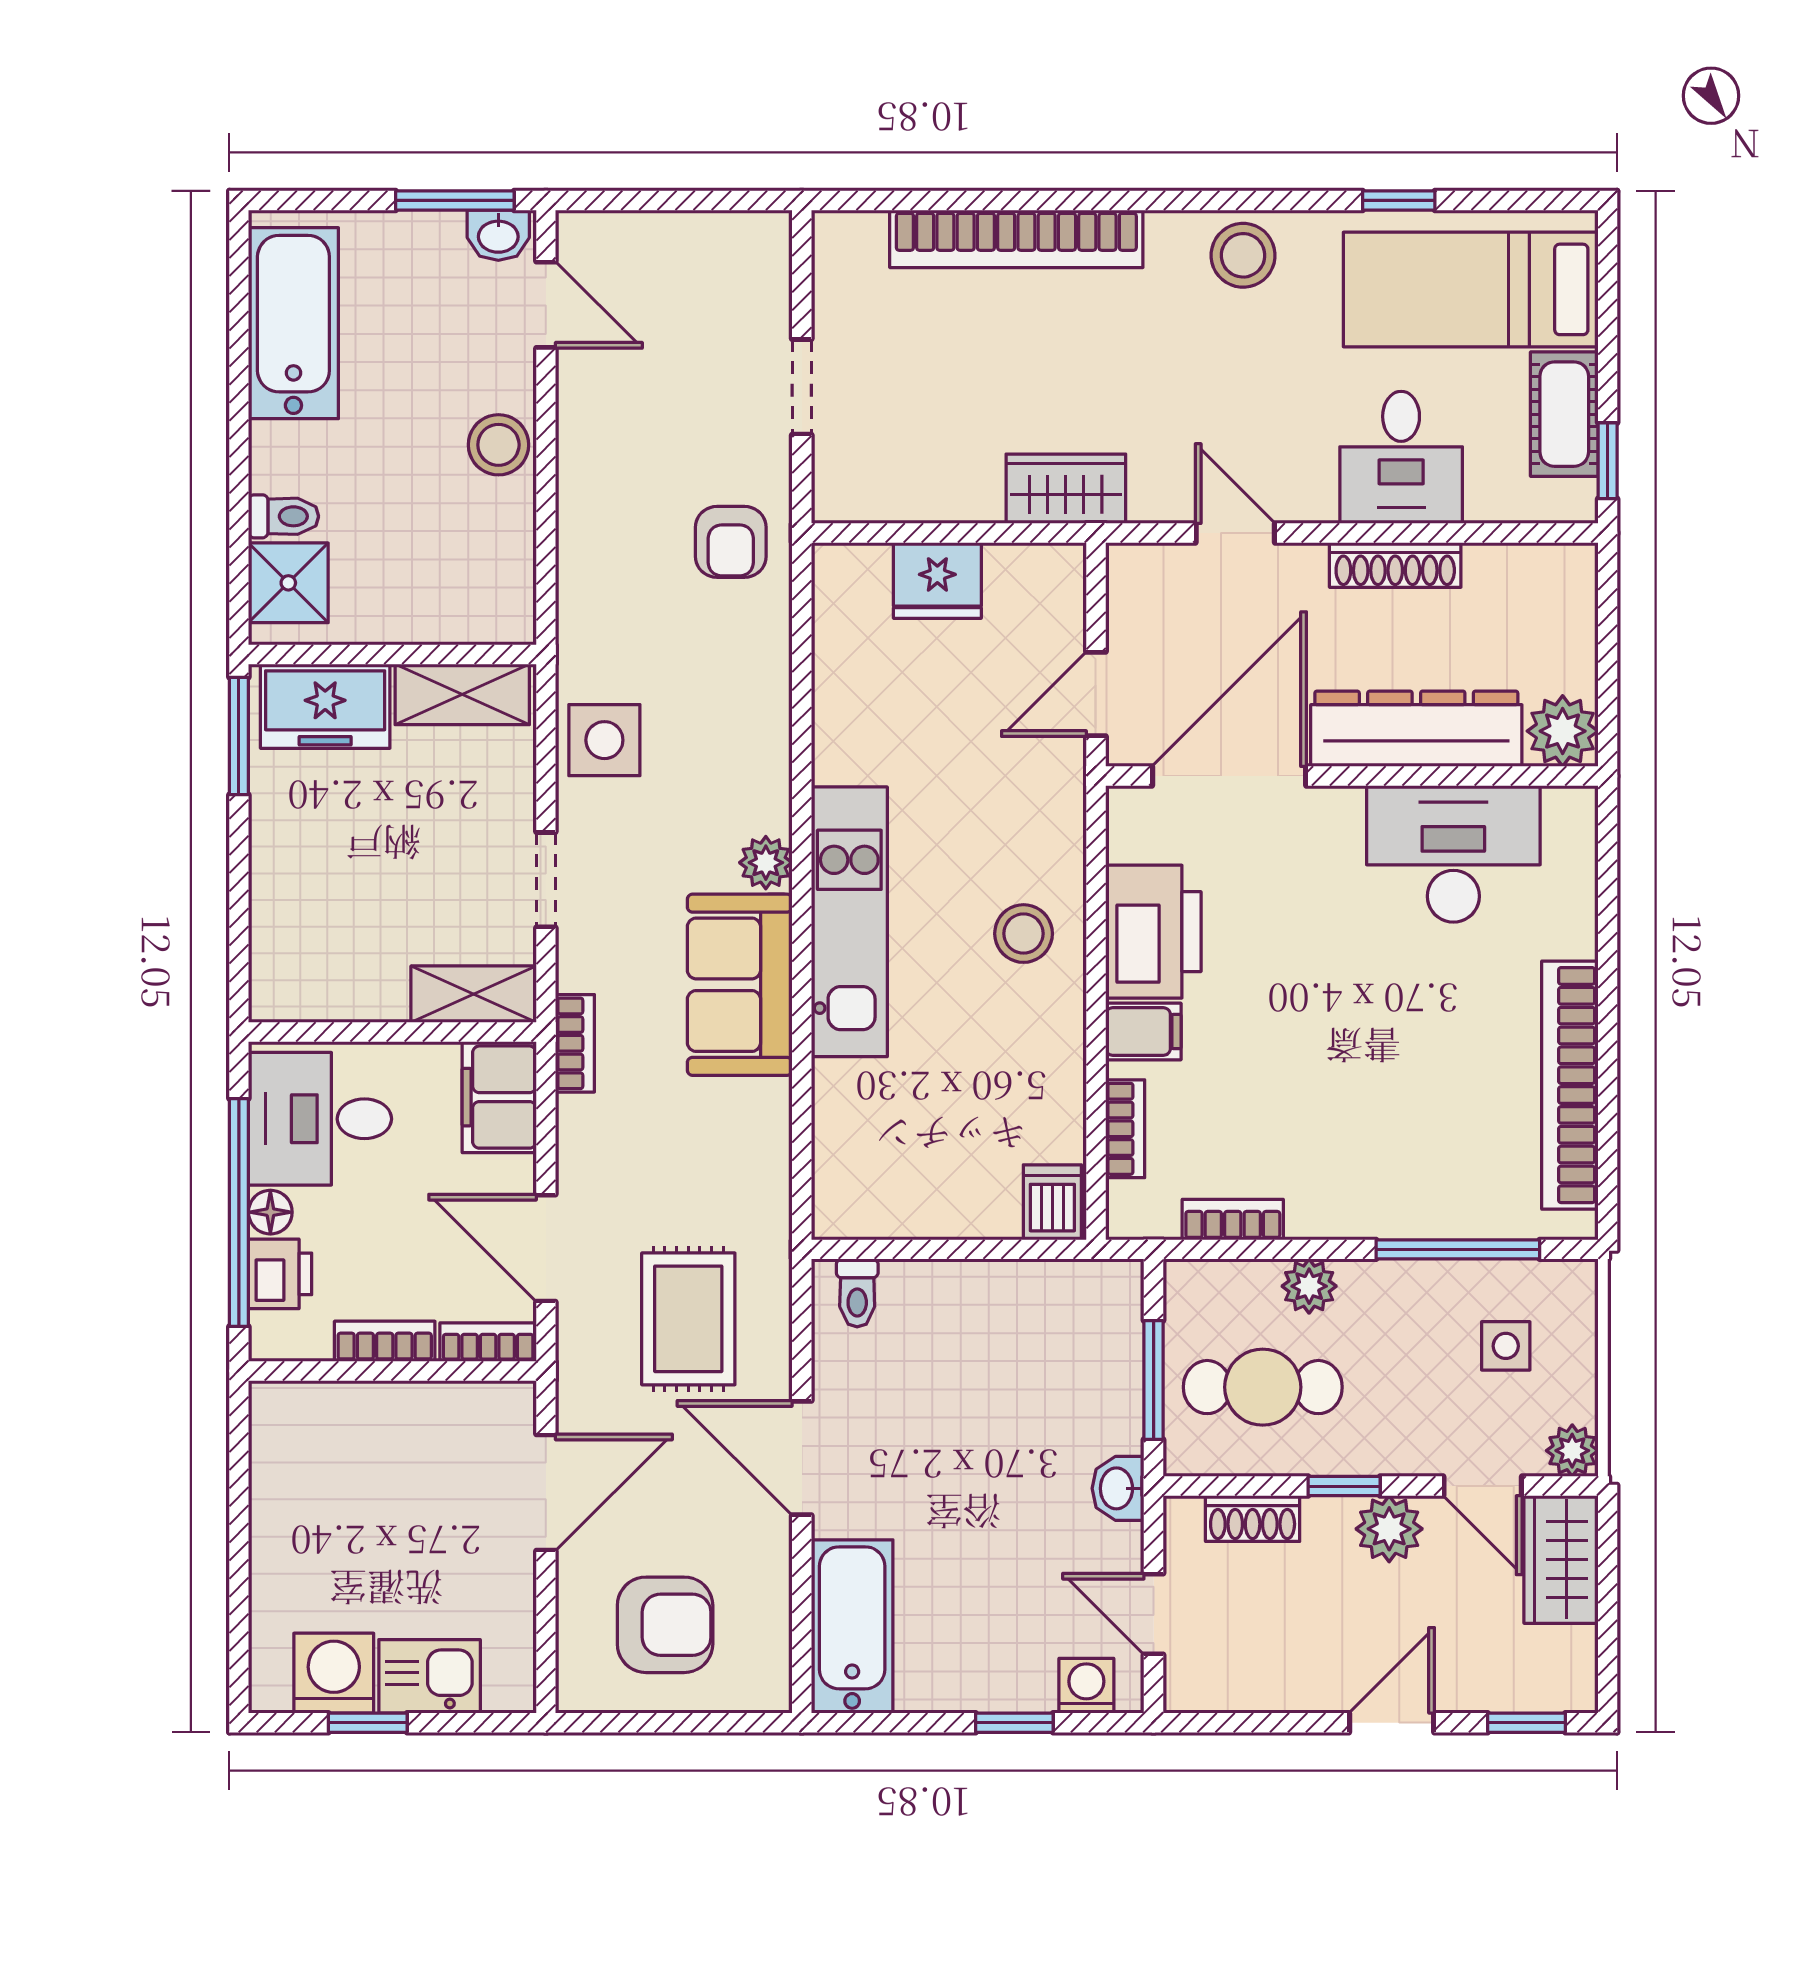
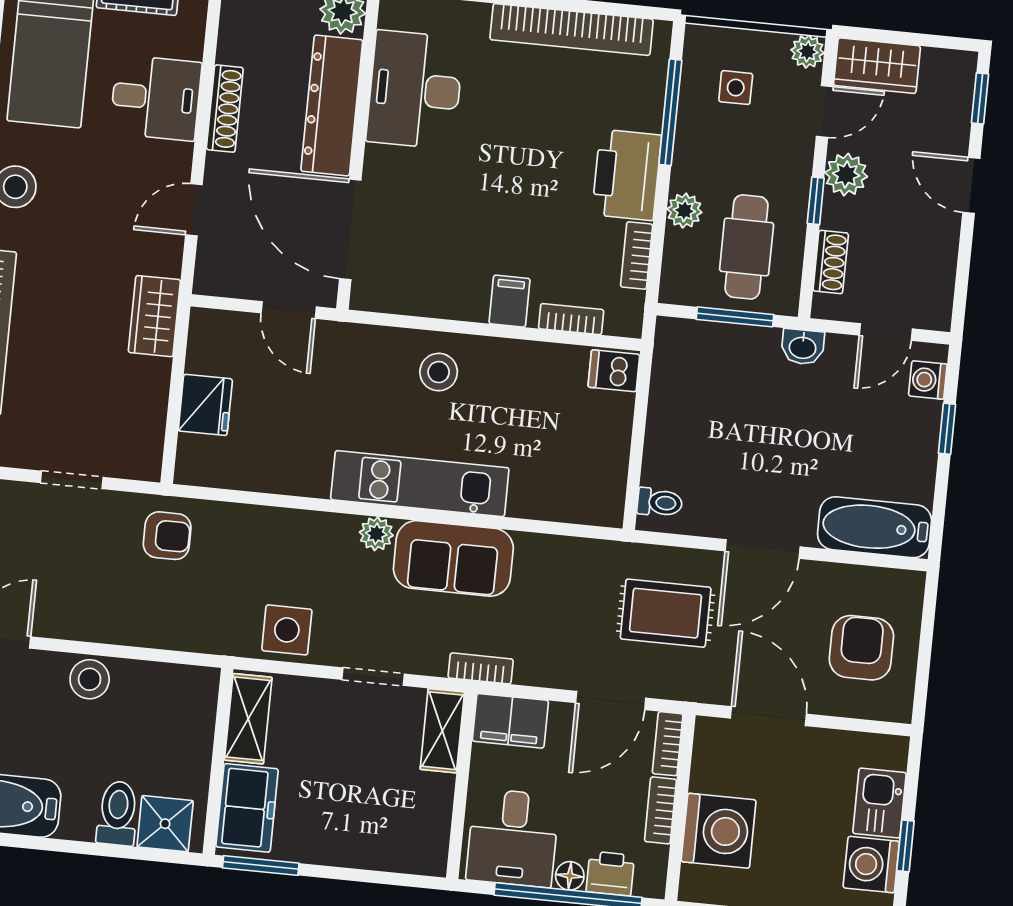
toilet: (284, 516) -> (118, 813), width x1.37, depth x1.39
printer: (1153, 932) -> (627, 175), moved, turned -90
washing machine: (362, 1434) -> (719, 831), added

